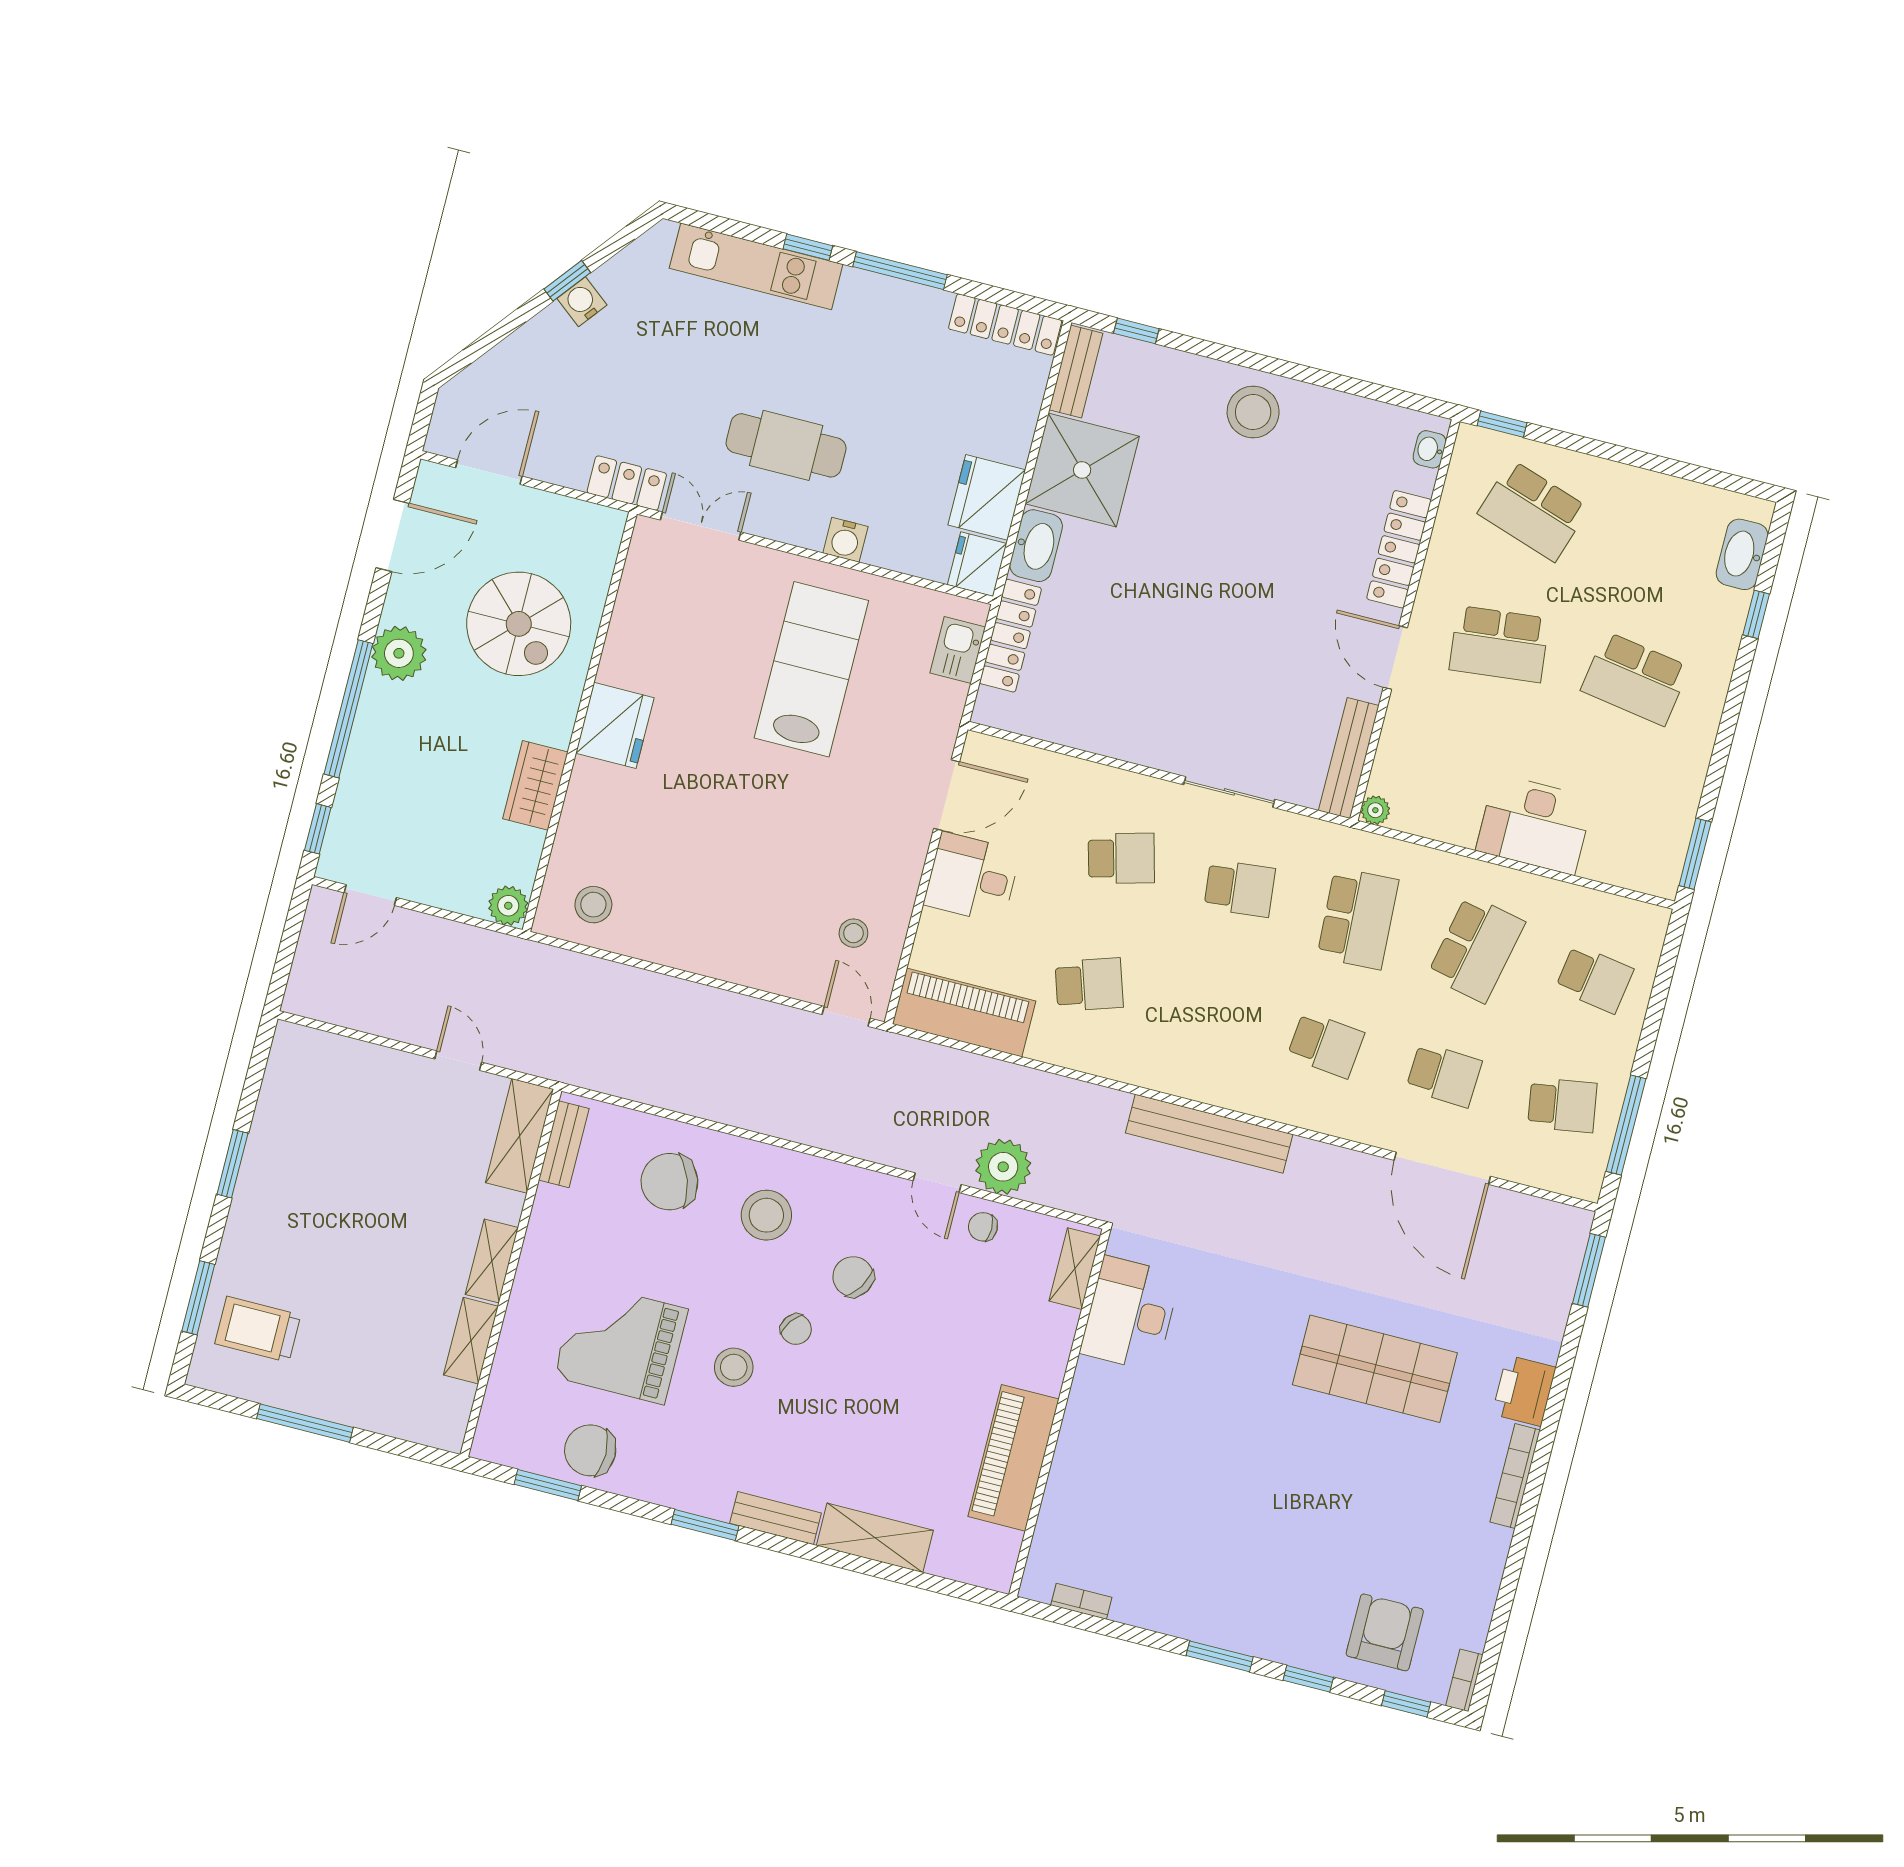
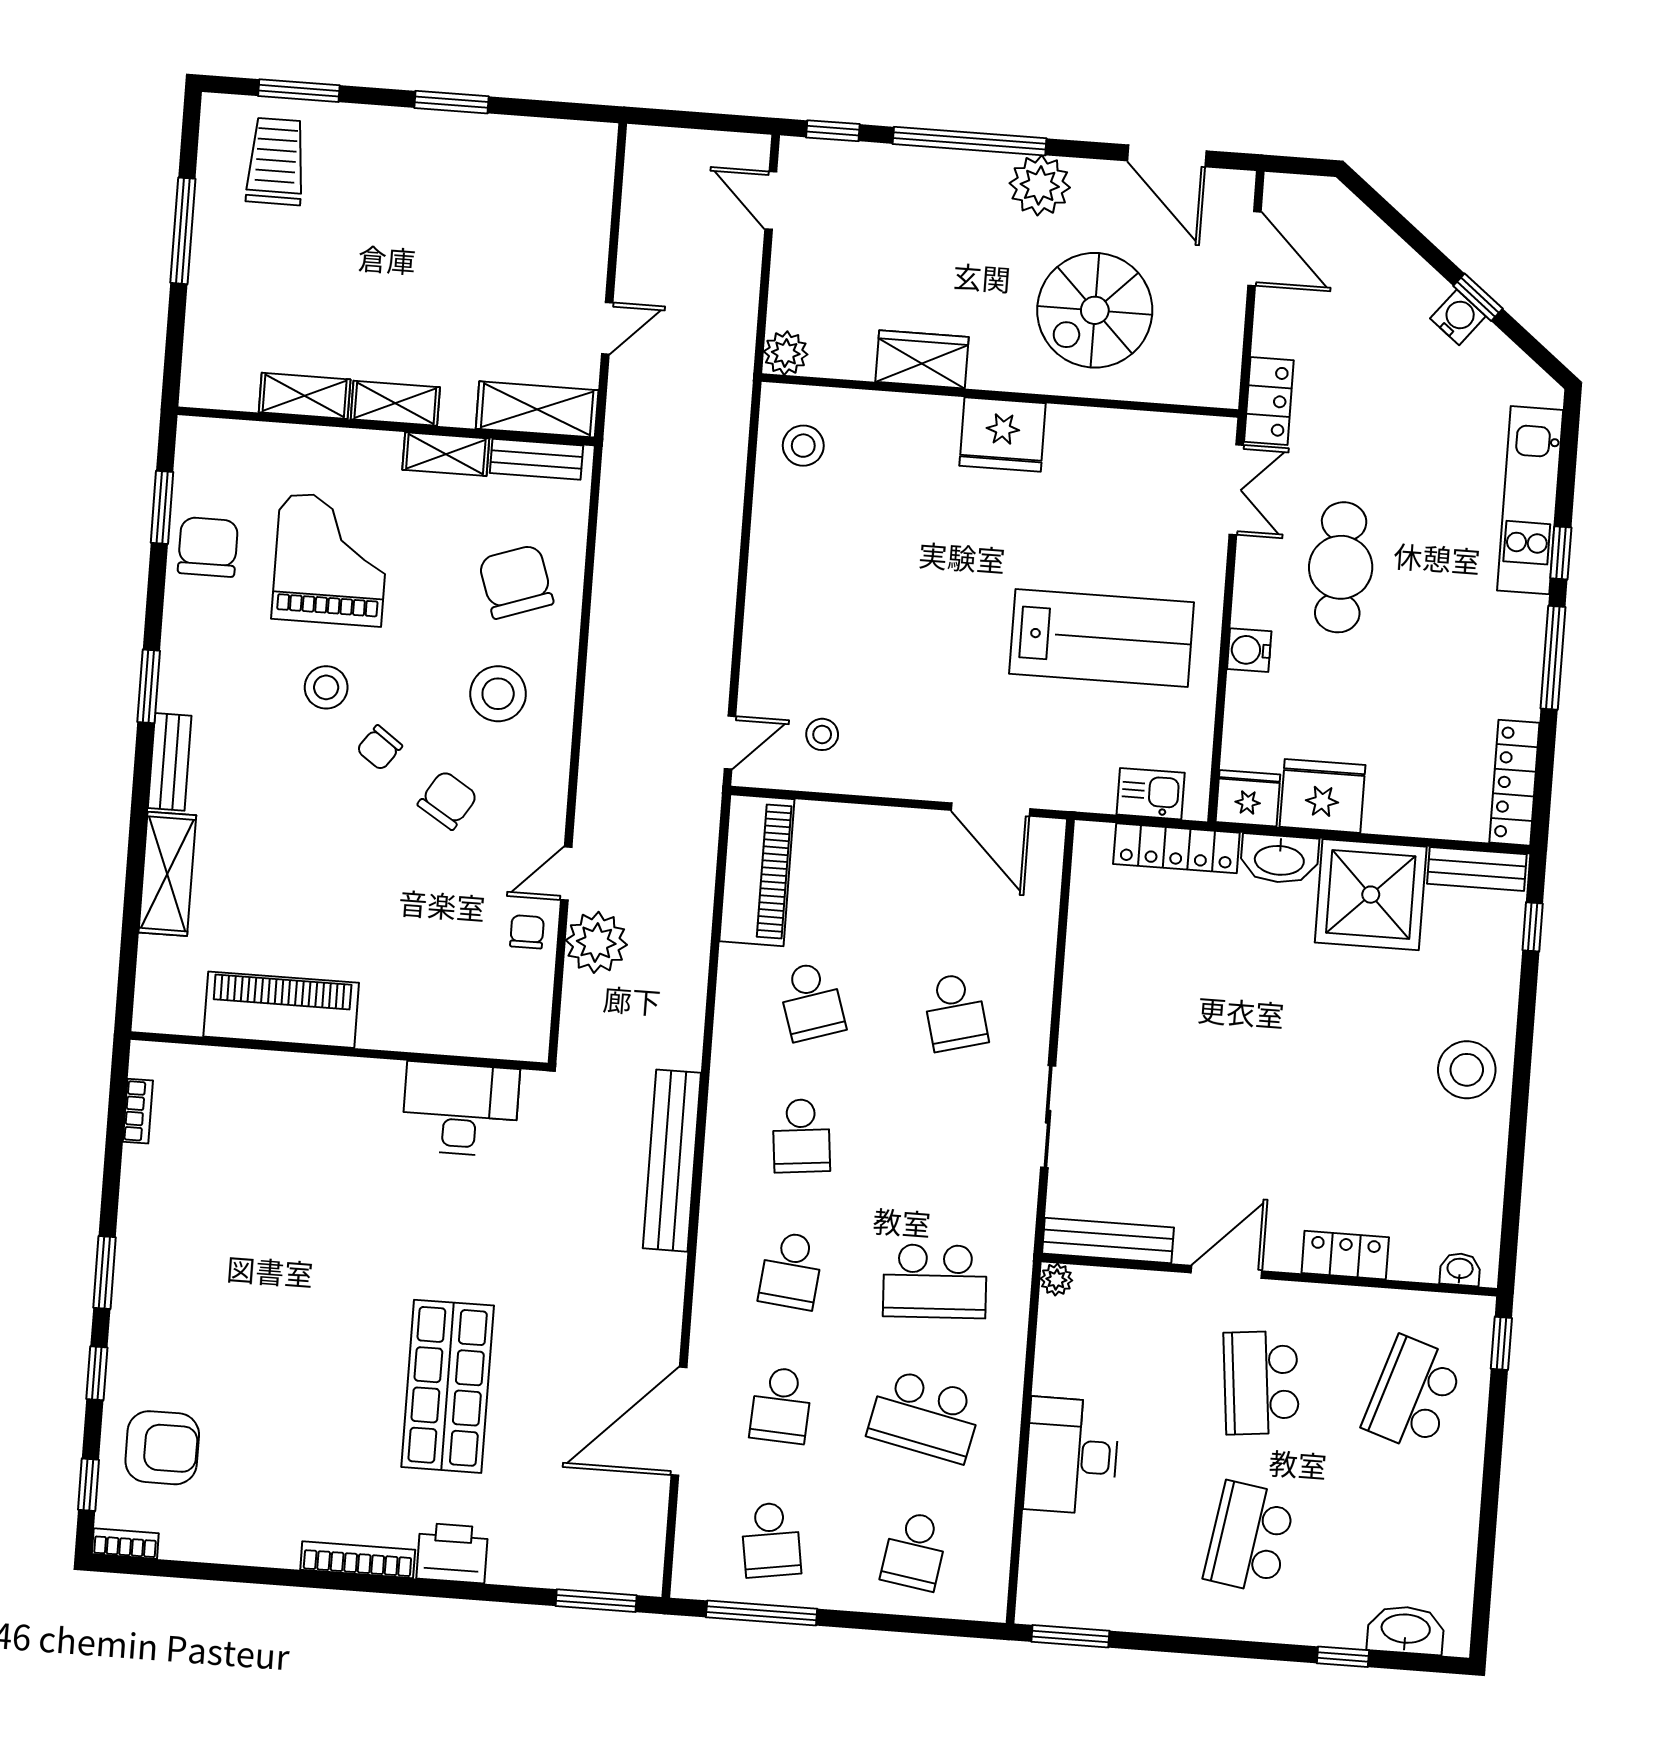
locker: (1399, 549) -> (1345, 1255), width x0.66
desk: (972, 878) -> (905, 853), removed
school desk: (1240, 888) -> (801, 1136), moved
shelving: (1075, 1269) -> (446, 454), moved

